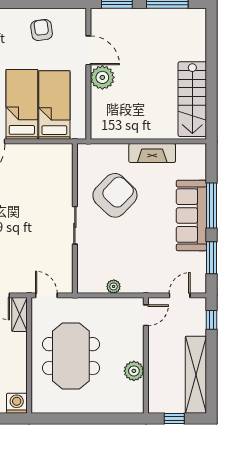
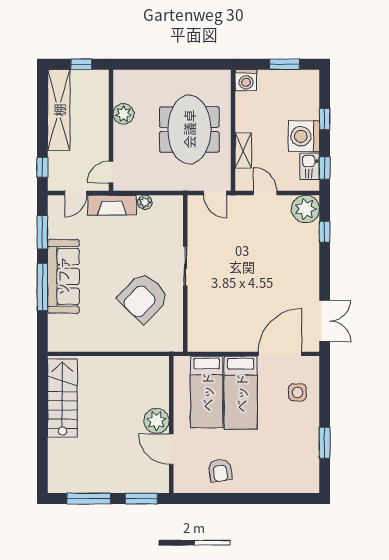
fireplace: (152, 153) -> (112, 205), moved, turned 180
shelving: (19, 314) -> (243, 150), moved

